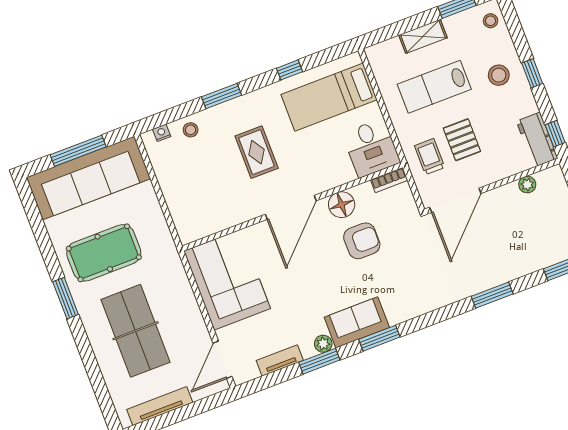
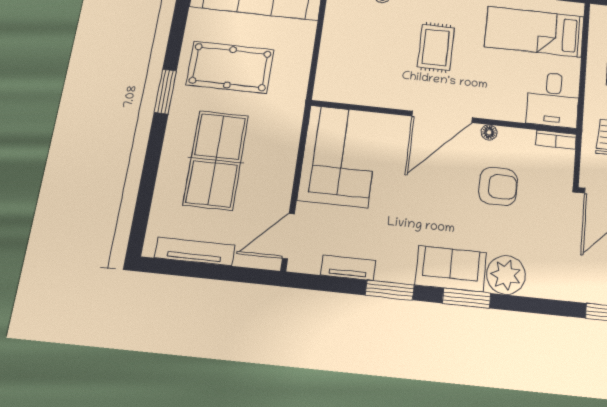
floor lamp: (342, 205) -> (489, 132), width x0.53, depth x0.53
plant: (323, 344) -> (506, 275), moved, width x1.88, depth x1.88

